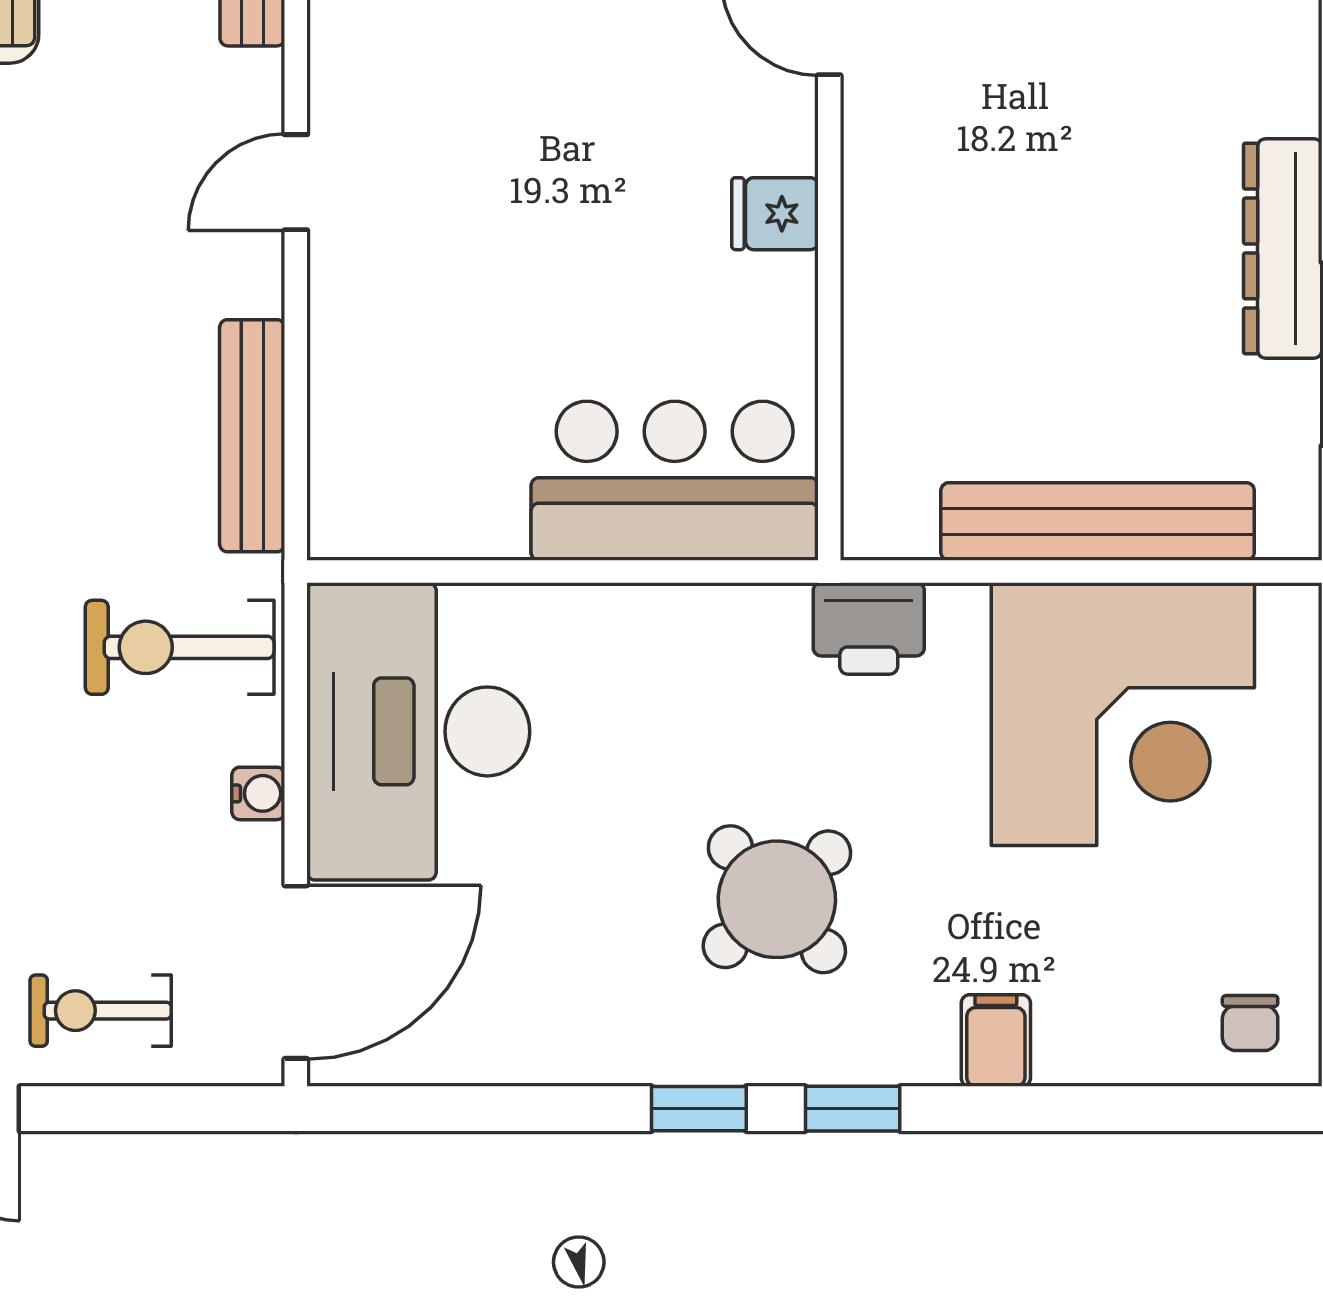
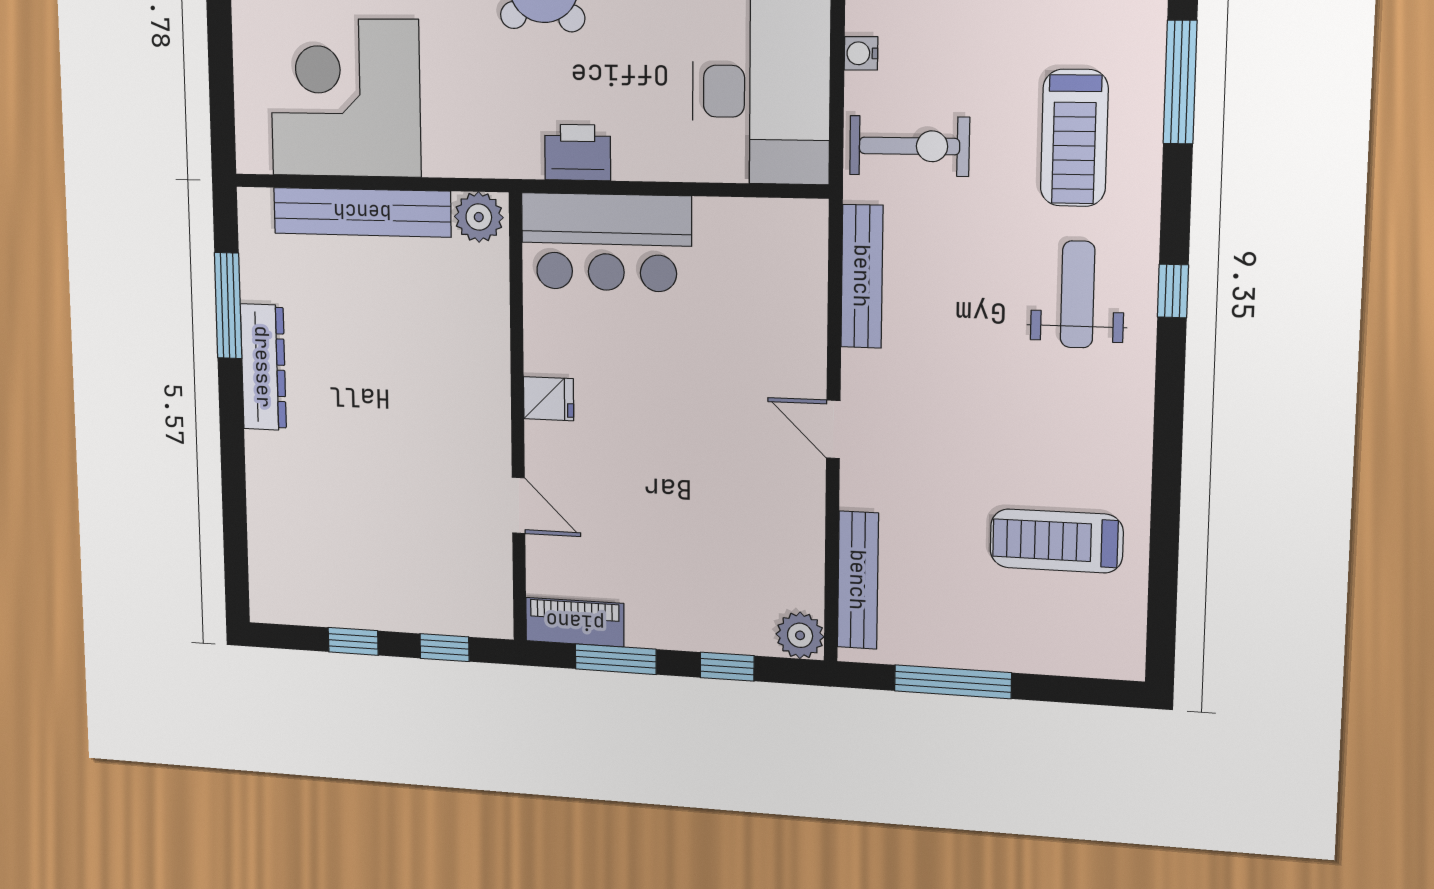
door: (296, 182) -> (833, 429), swing flipped
plant: (893, 518) -> (479, 217), added
printer: (869, 628) -> (578, 153), moved

